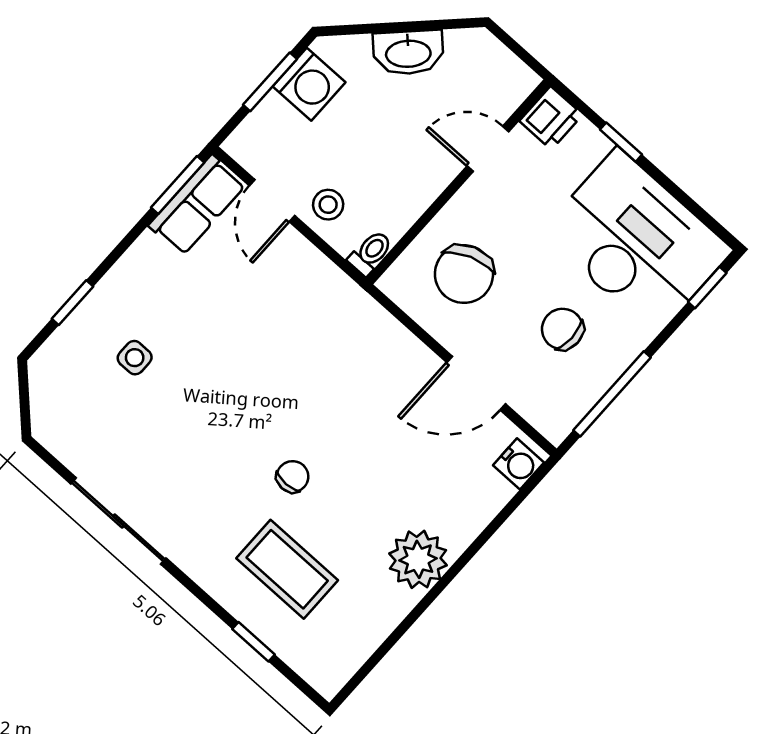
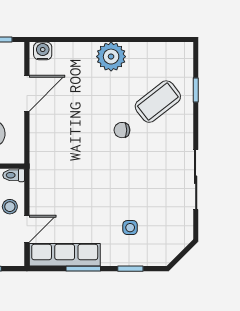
window: (178, 185) -> (83, 269), moved
row of seats: (197, 205) -> (65, 255), width x1.48
door: (476, 383) -> (27, 93), hinge flipped
coffee table: (287, 569) -> (158, 102), turned 52

